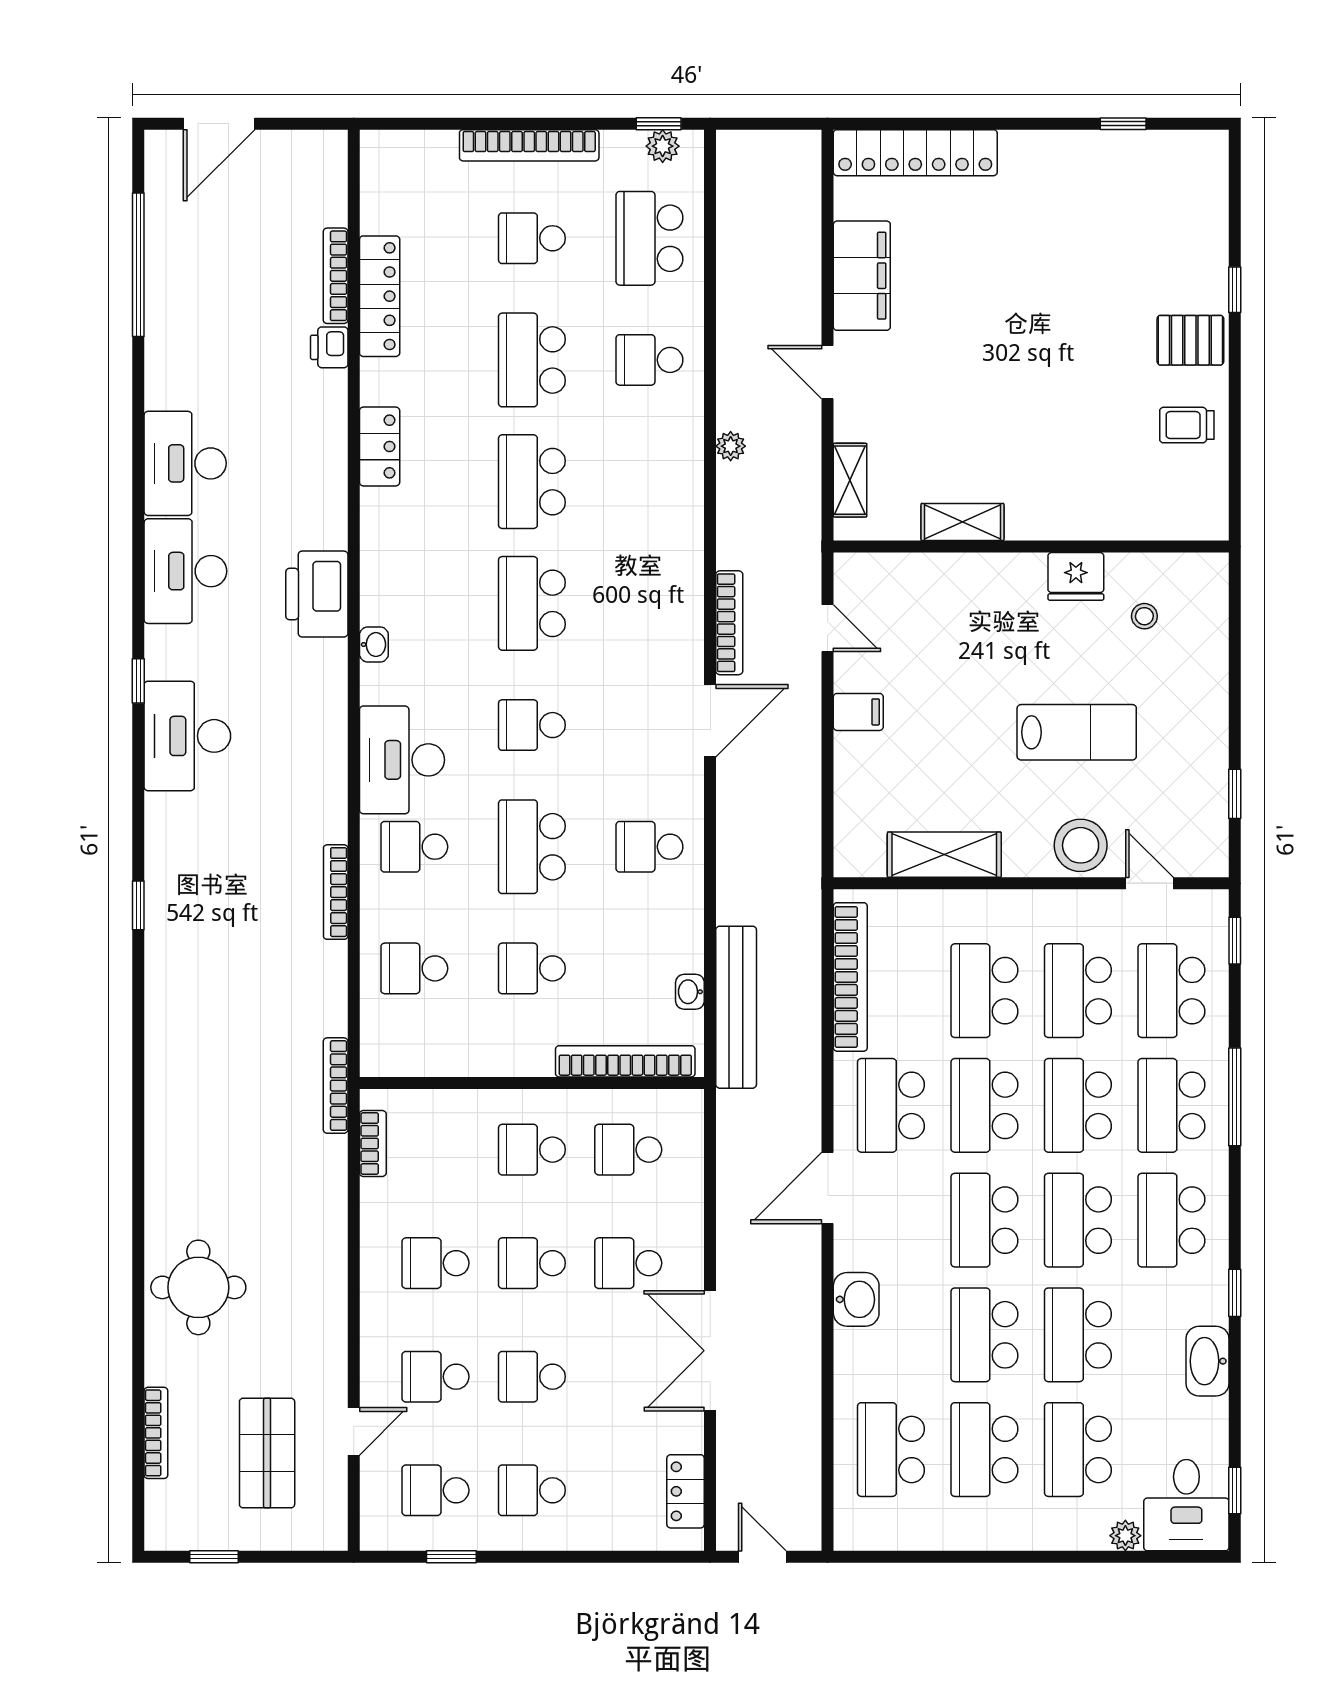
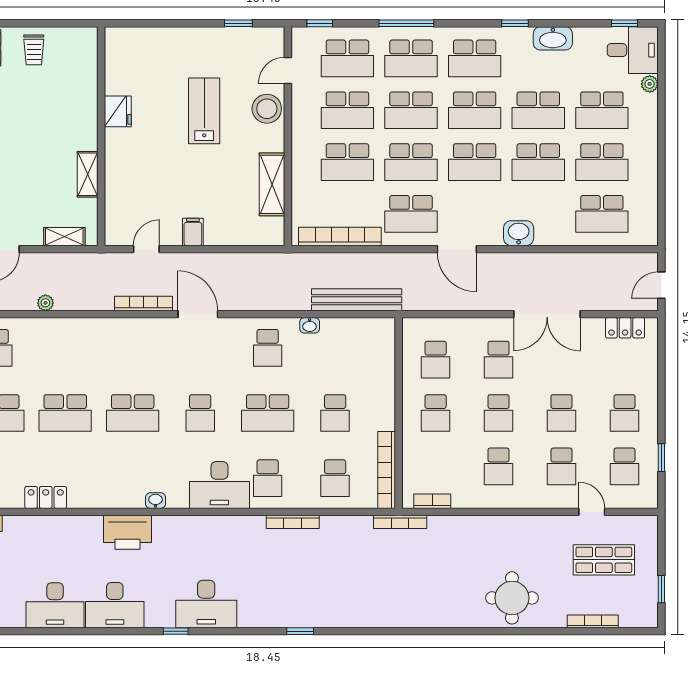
stool: (1144, 616) -> (140, 73), removed
washbasin: (690, 992) -> (310, 325), moved
bookcase: (625, 1061) -> (387, 470), moved

